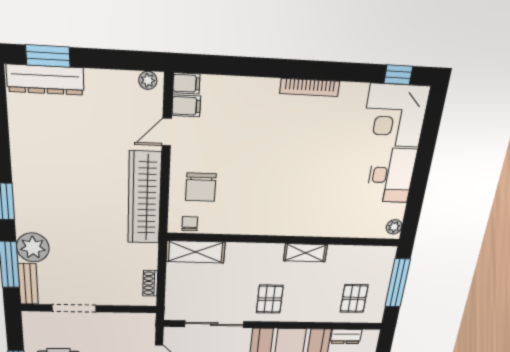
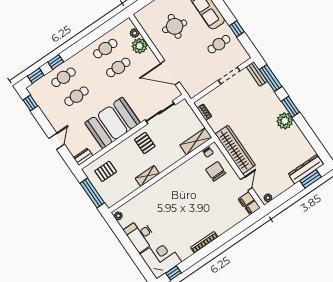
plant: (33, 247) -> (285, 121), moved
pallet: (354, 298) -> (106, 171), turned 90
dresser: (346, 336) -> (83, 157), moved

